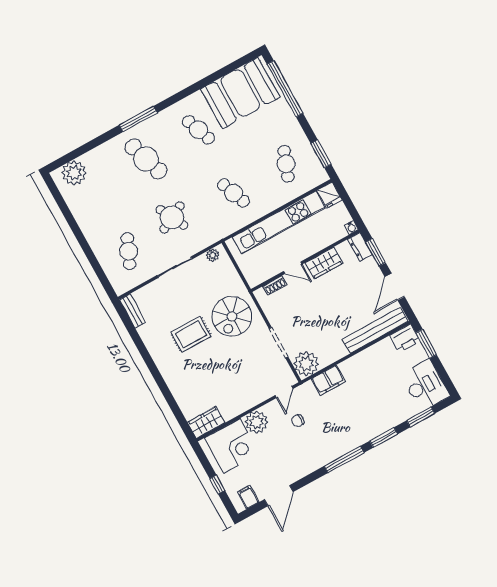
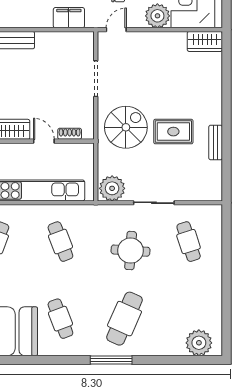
cafe table: (146, 159) -> (125, 319), turned 42
round table: (172, 217) -> (131, 251), turned 31
cafe table: (128, 251) -> (189, 242), turned -42
plant: (213, 255) -> (112, 188), width x1.88, depth x1.88
bench: (133, 311) -> (216, 142), moved
plant: (306, 364) -> (81, 45), removed

